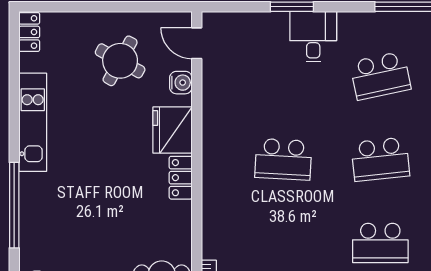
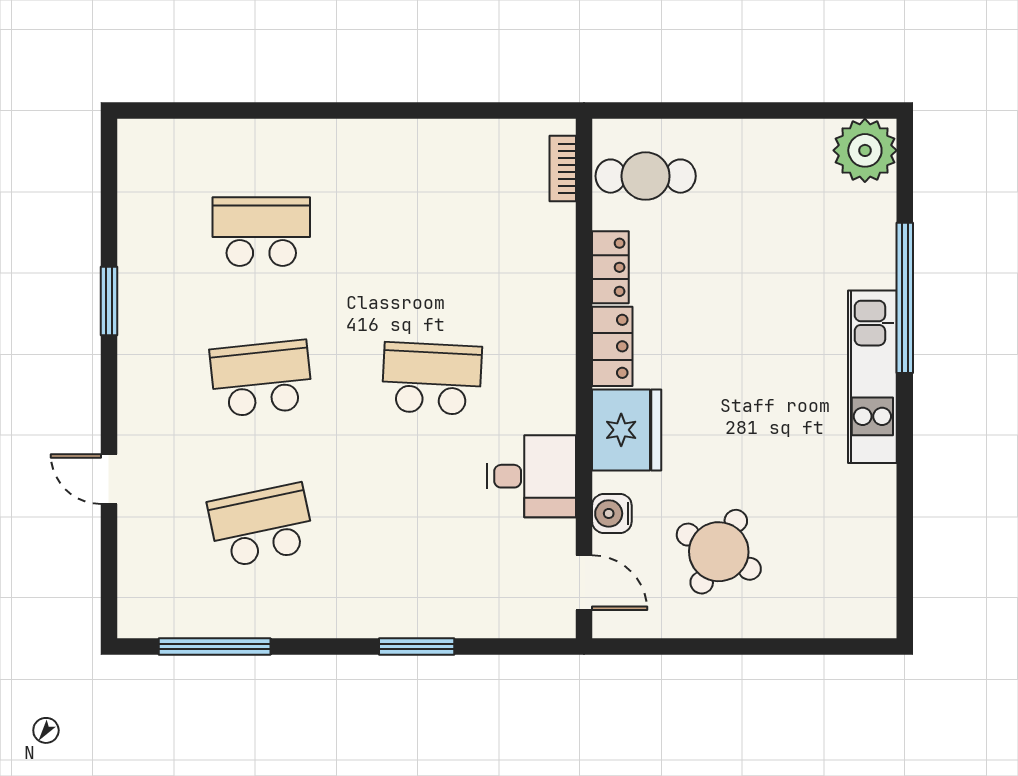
locker: (29, 32) -> (610, 267), moved, turned 180
desk: (313, 37) -> (532, 476), moved, turned -90
kitchen unit: (33, 122) -> (872, 377), moved

